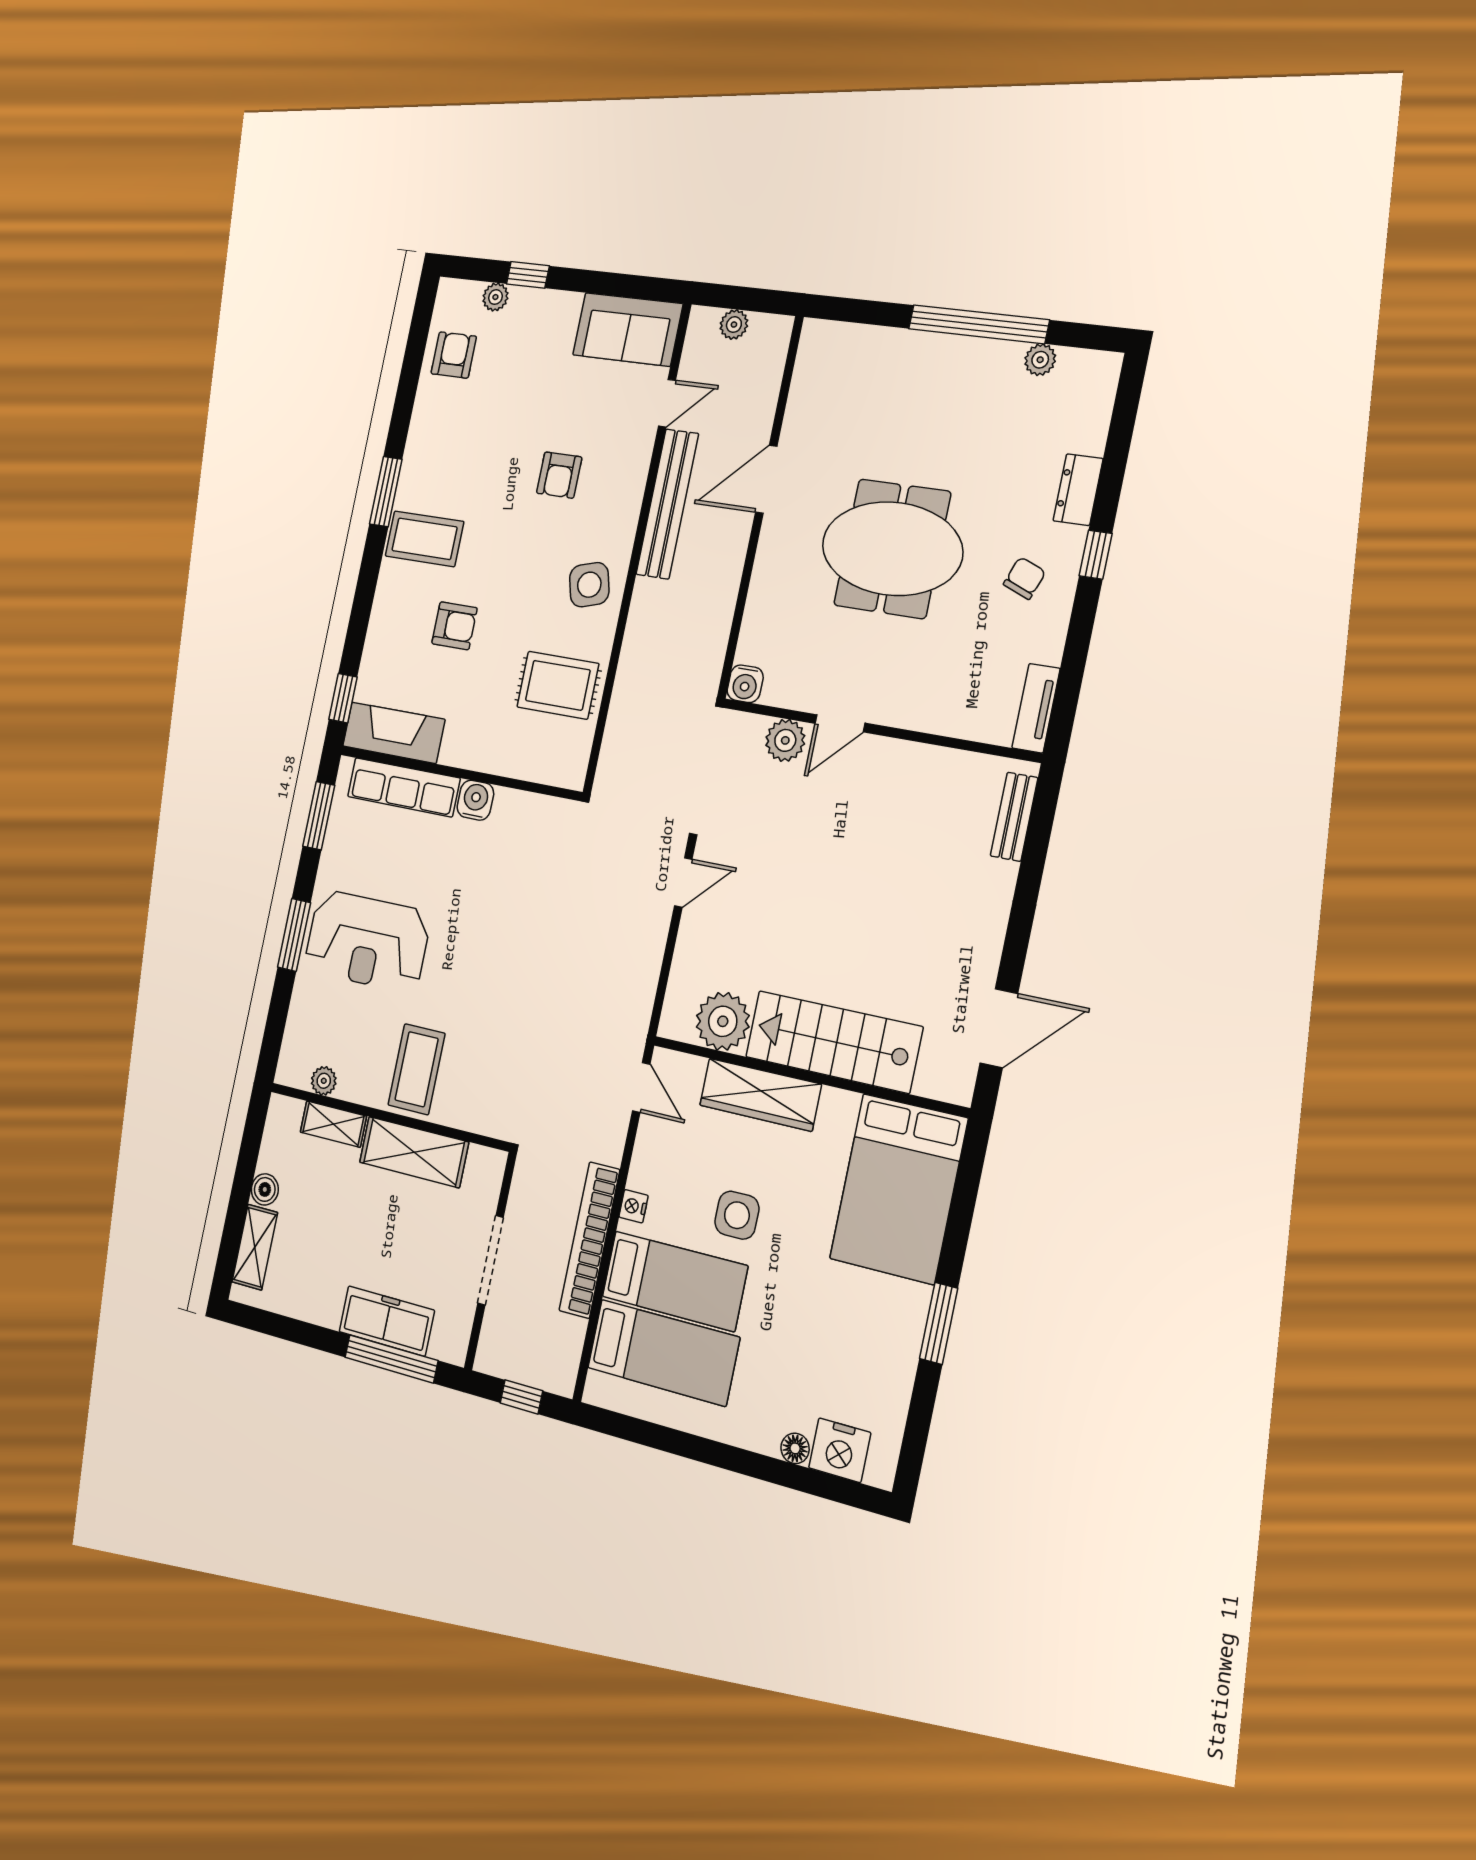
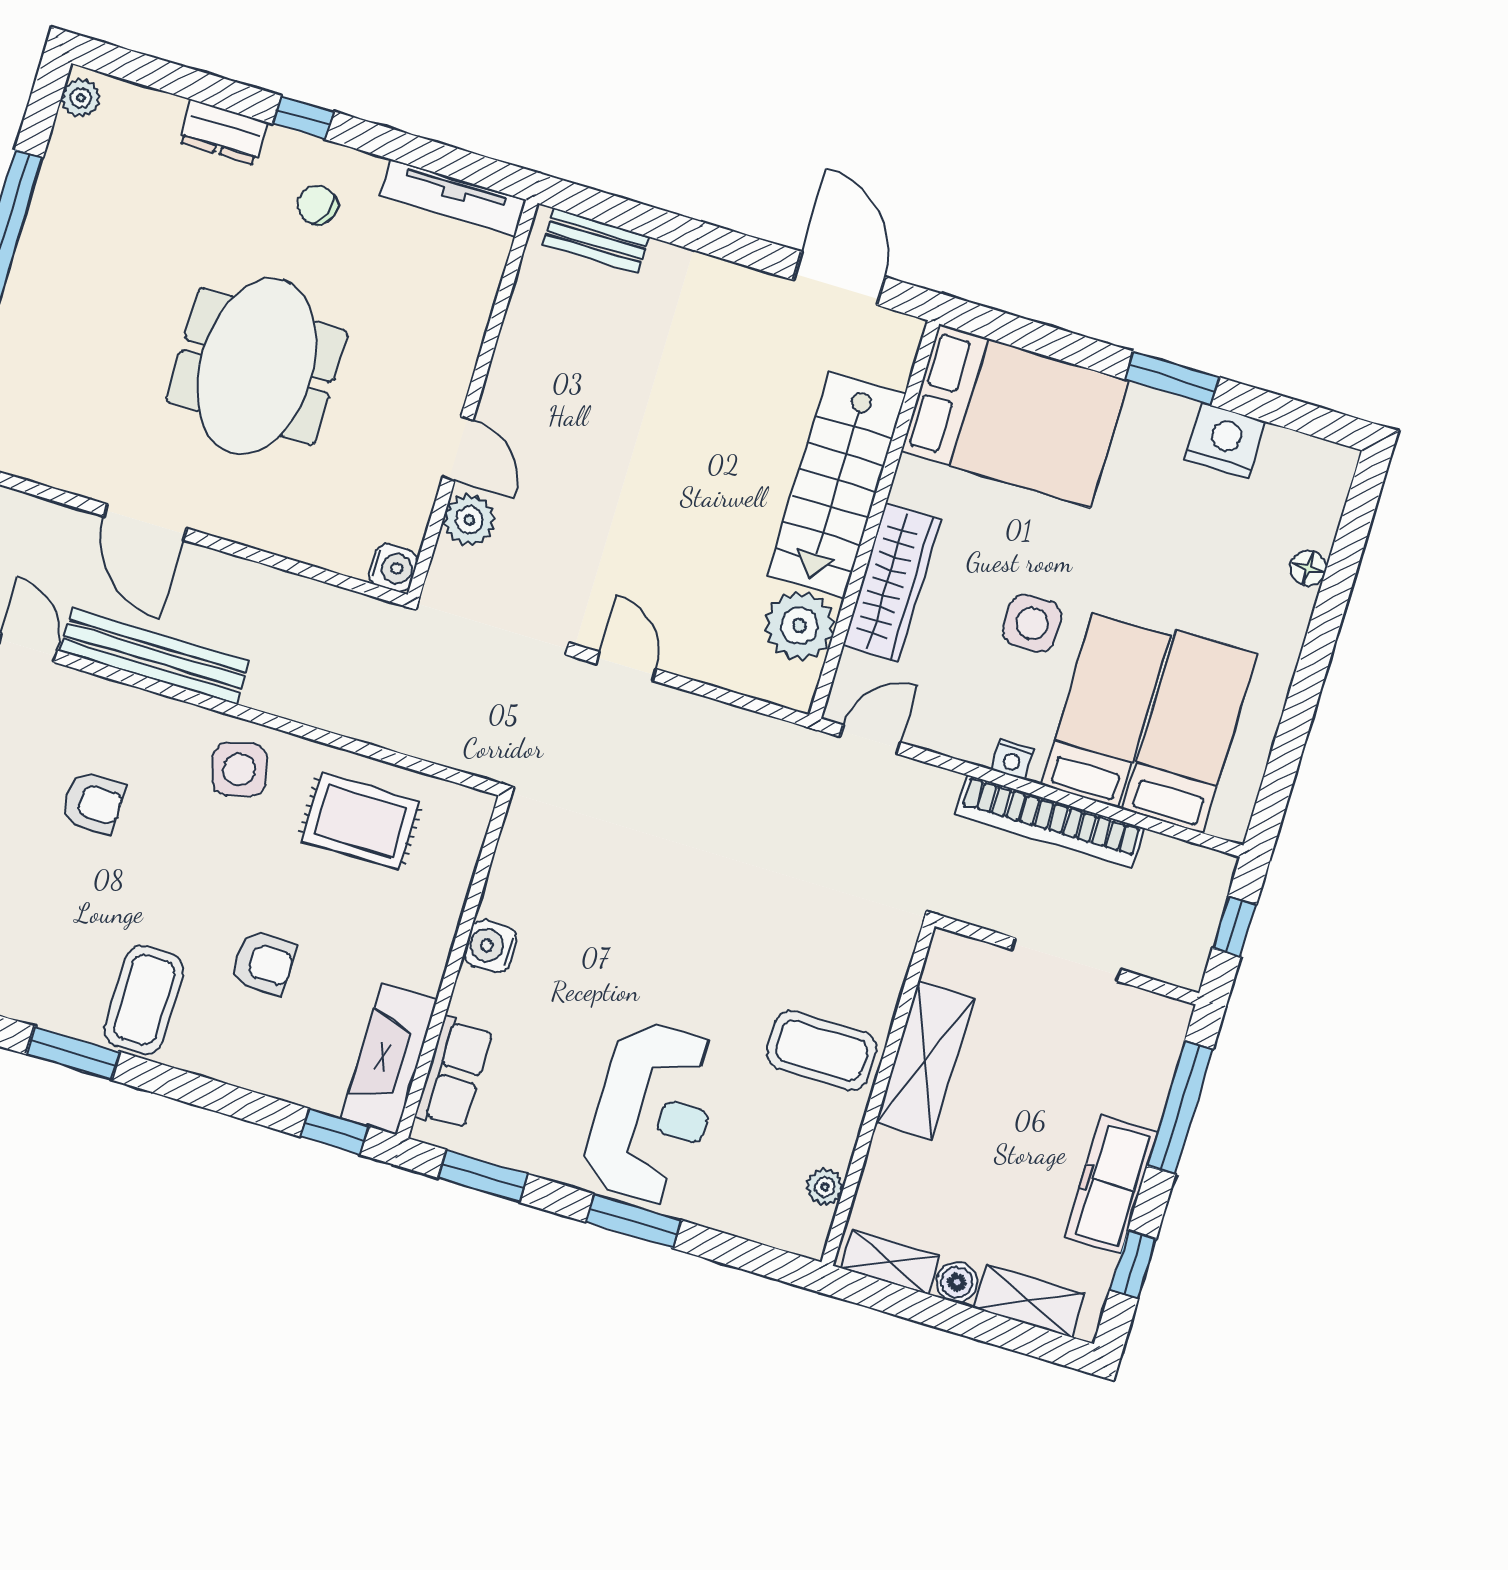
plant: (1040, 360) -> (81, 98), moved
armchair: (454, 626) -> (263, 963), turned 90
rug: (558, 685) -> (360, 821), turned 90
tv unit: (1036, 708) -> (453, 198), width x1.41
row of seats: (404, 787) -> (454, 1073), width x0.68
shelving: (333, 1124) -> (890, 1262), moved, turned 90
freezer: (387, 1321) -> (1111, 1184), moved
window: (283, 1327) -> (1133, 1264), added
nightstand: (840, 1450) -> (1225, 441), moved, turned -90

